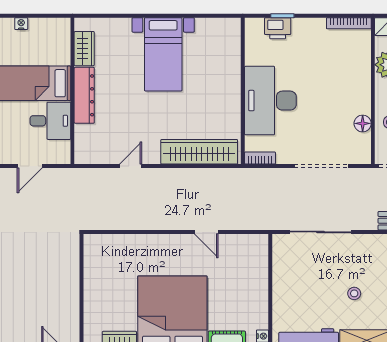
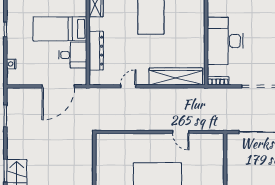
dresser: (84, 95) -> (96, 51), moved
door: (30, 166) -> (58, 86), width x1.87

